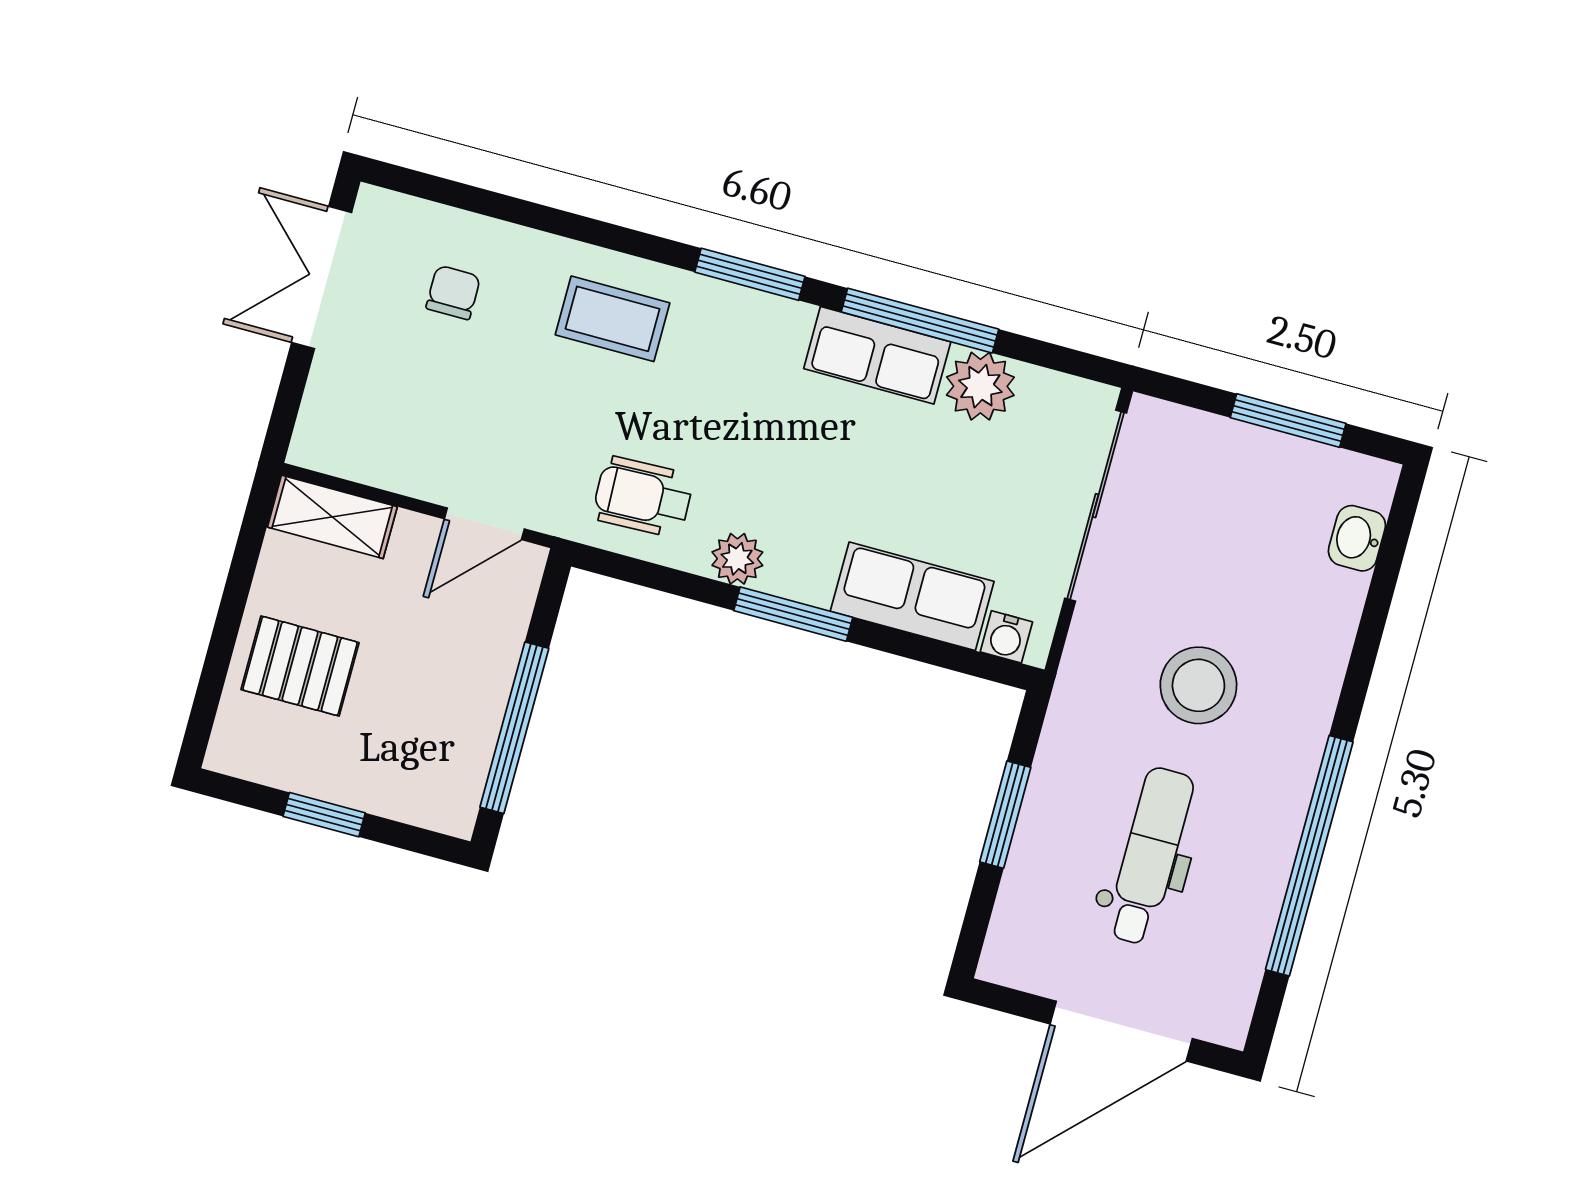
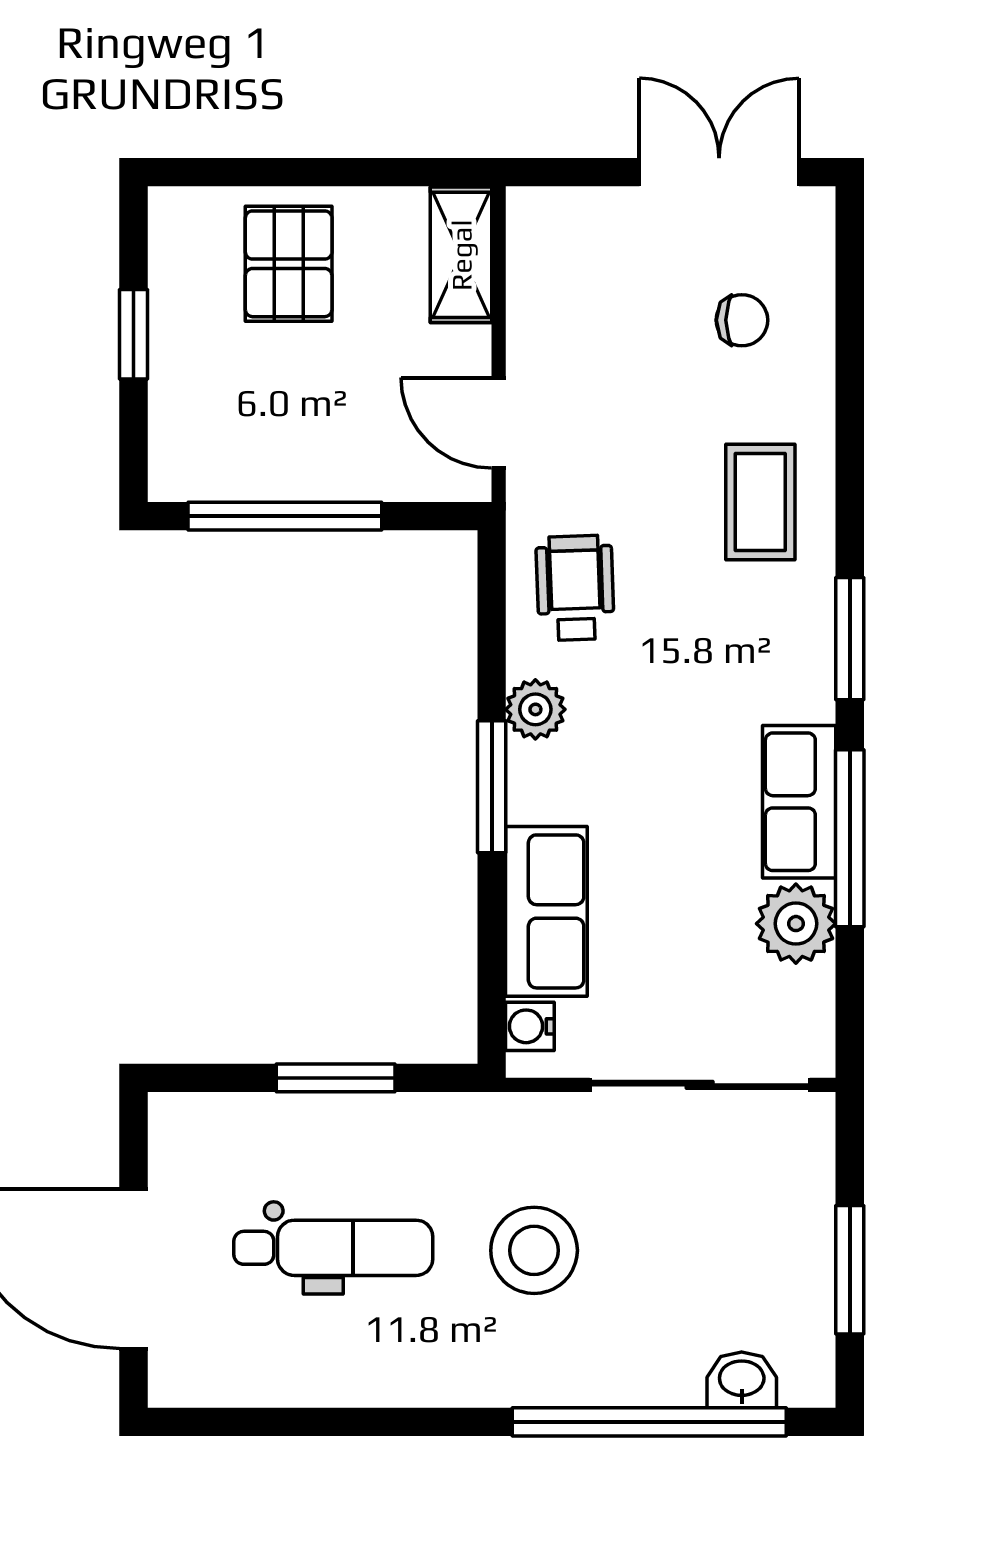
window: (1309, 856) -> (649, 1422), moved

